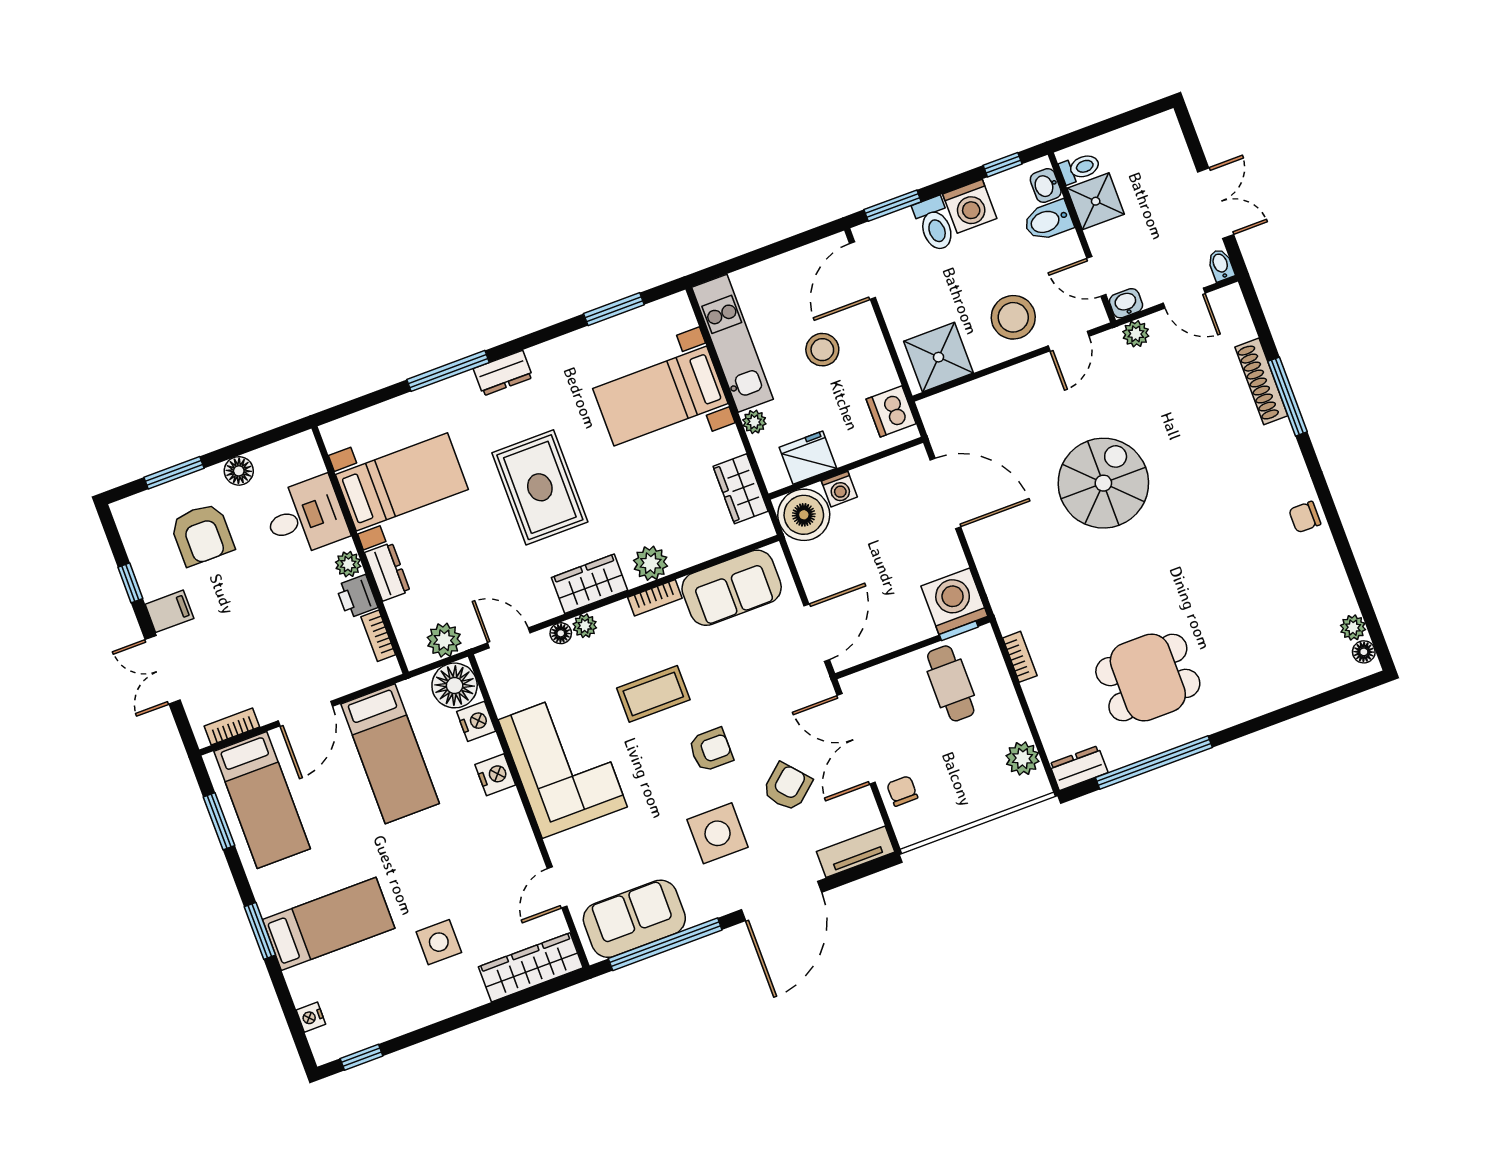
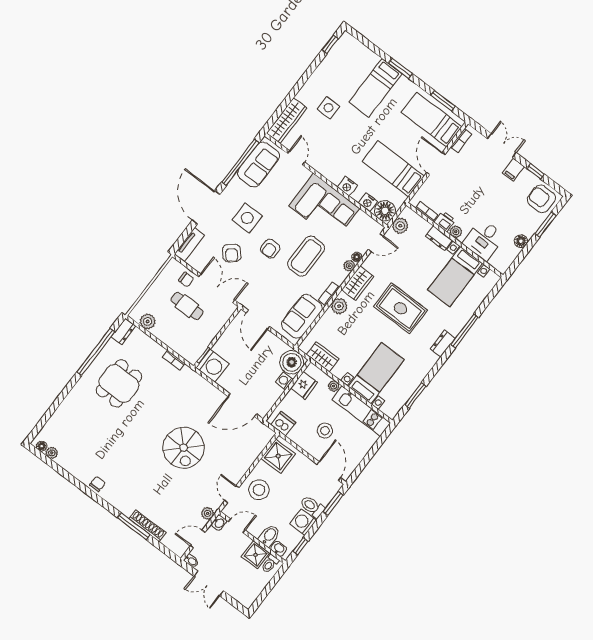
armchair: (202, 534) -> (541, 199), moved
cafe table: (951, 683) -> (187, 306), moved
coffee table: (653, 694) -> (306, 256), width x1.36, depth x1.32
nightstand: (311, 1017) -> (360, 47), removed

